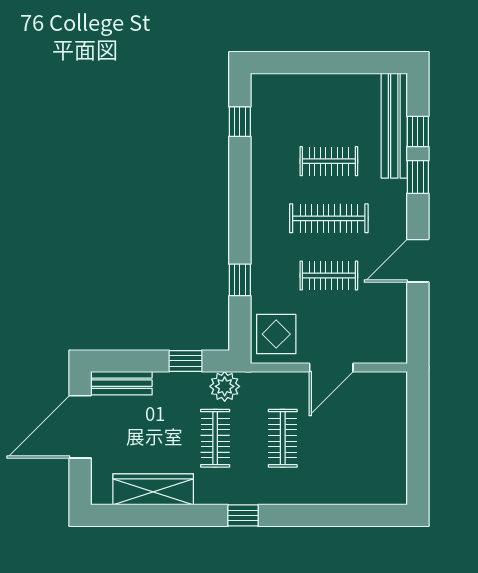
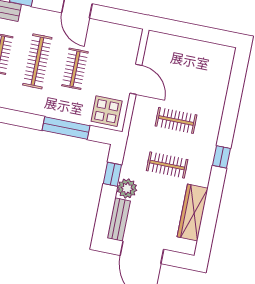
window: (240, 280) -> (66, 128), width x2.17
plant: (225, 386) -> (127, 188), moved

